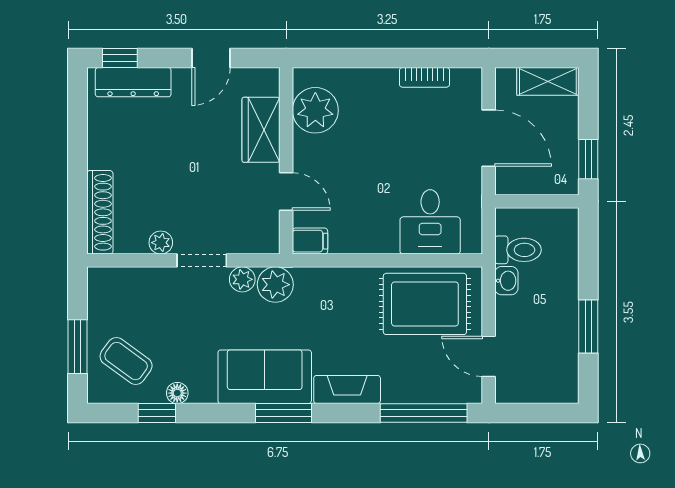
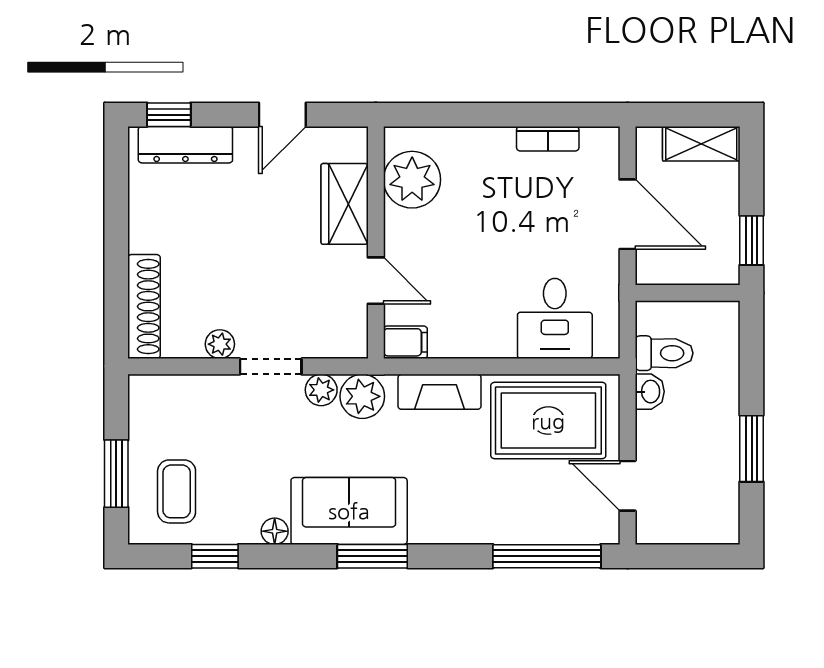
coffee table: (126, 361) -> (177, 491), turned 54
fireplace: (347, 389) -> (440, 392), moved, turned 180
floor lamp: (177, 393) -> (275, 531), moved

